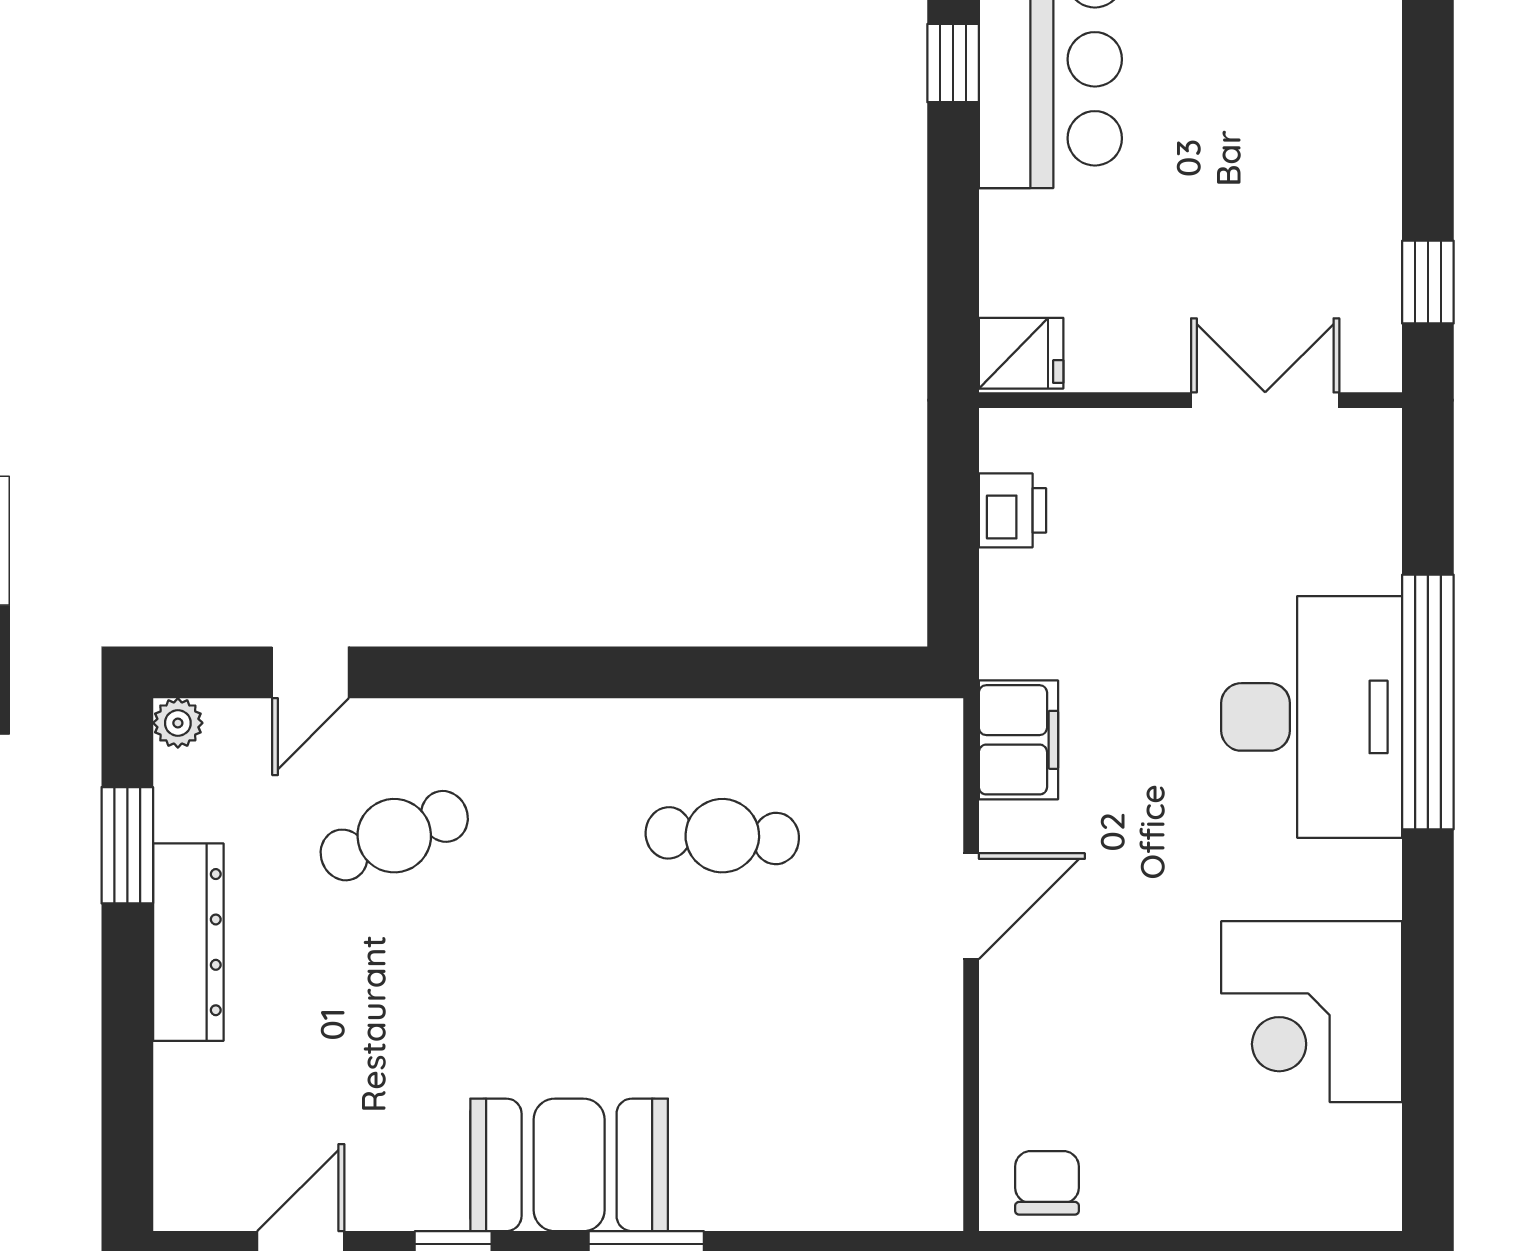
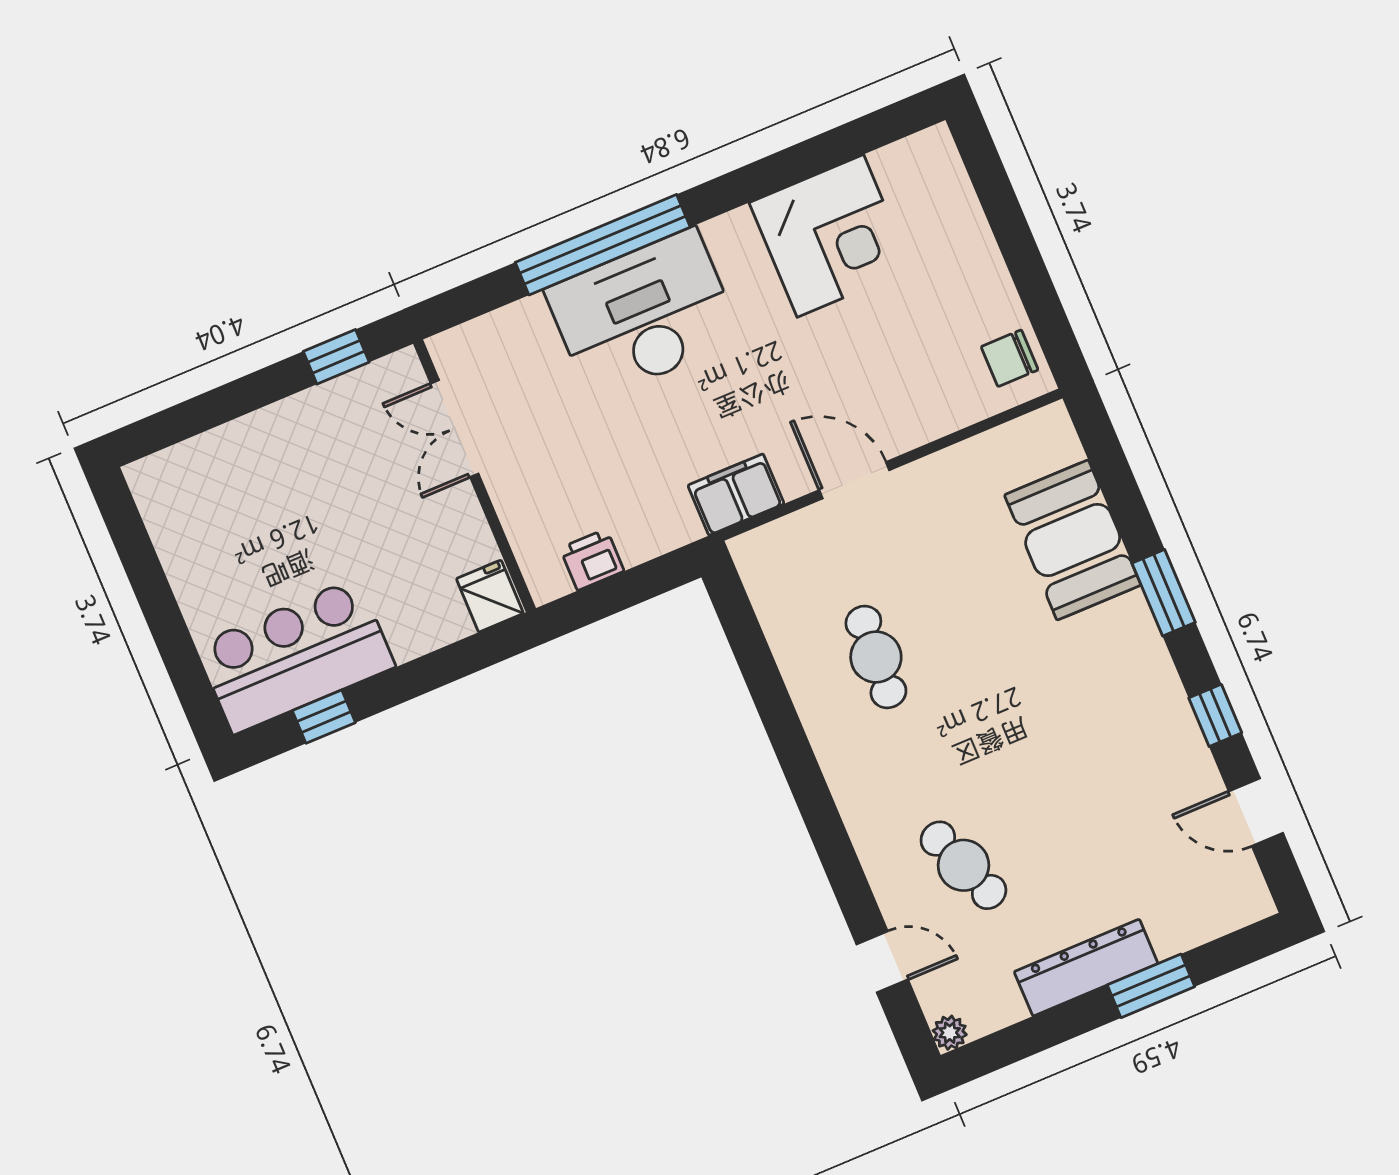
window: (127, 845) -> (1151, 986), moved
booth: (569, 1165) -> (1073, 540), moved

